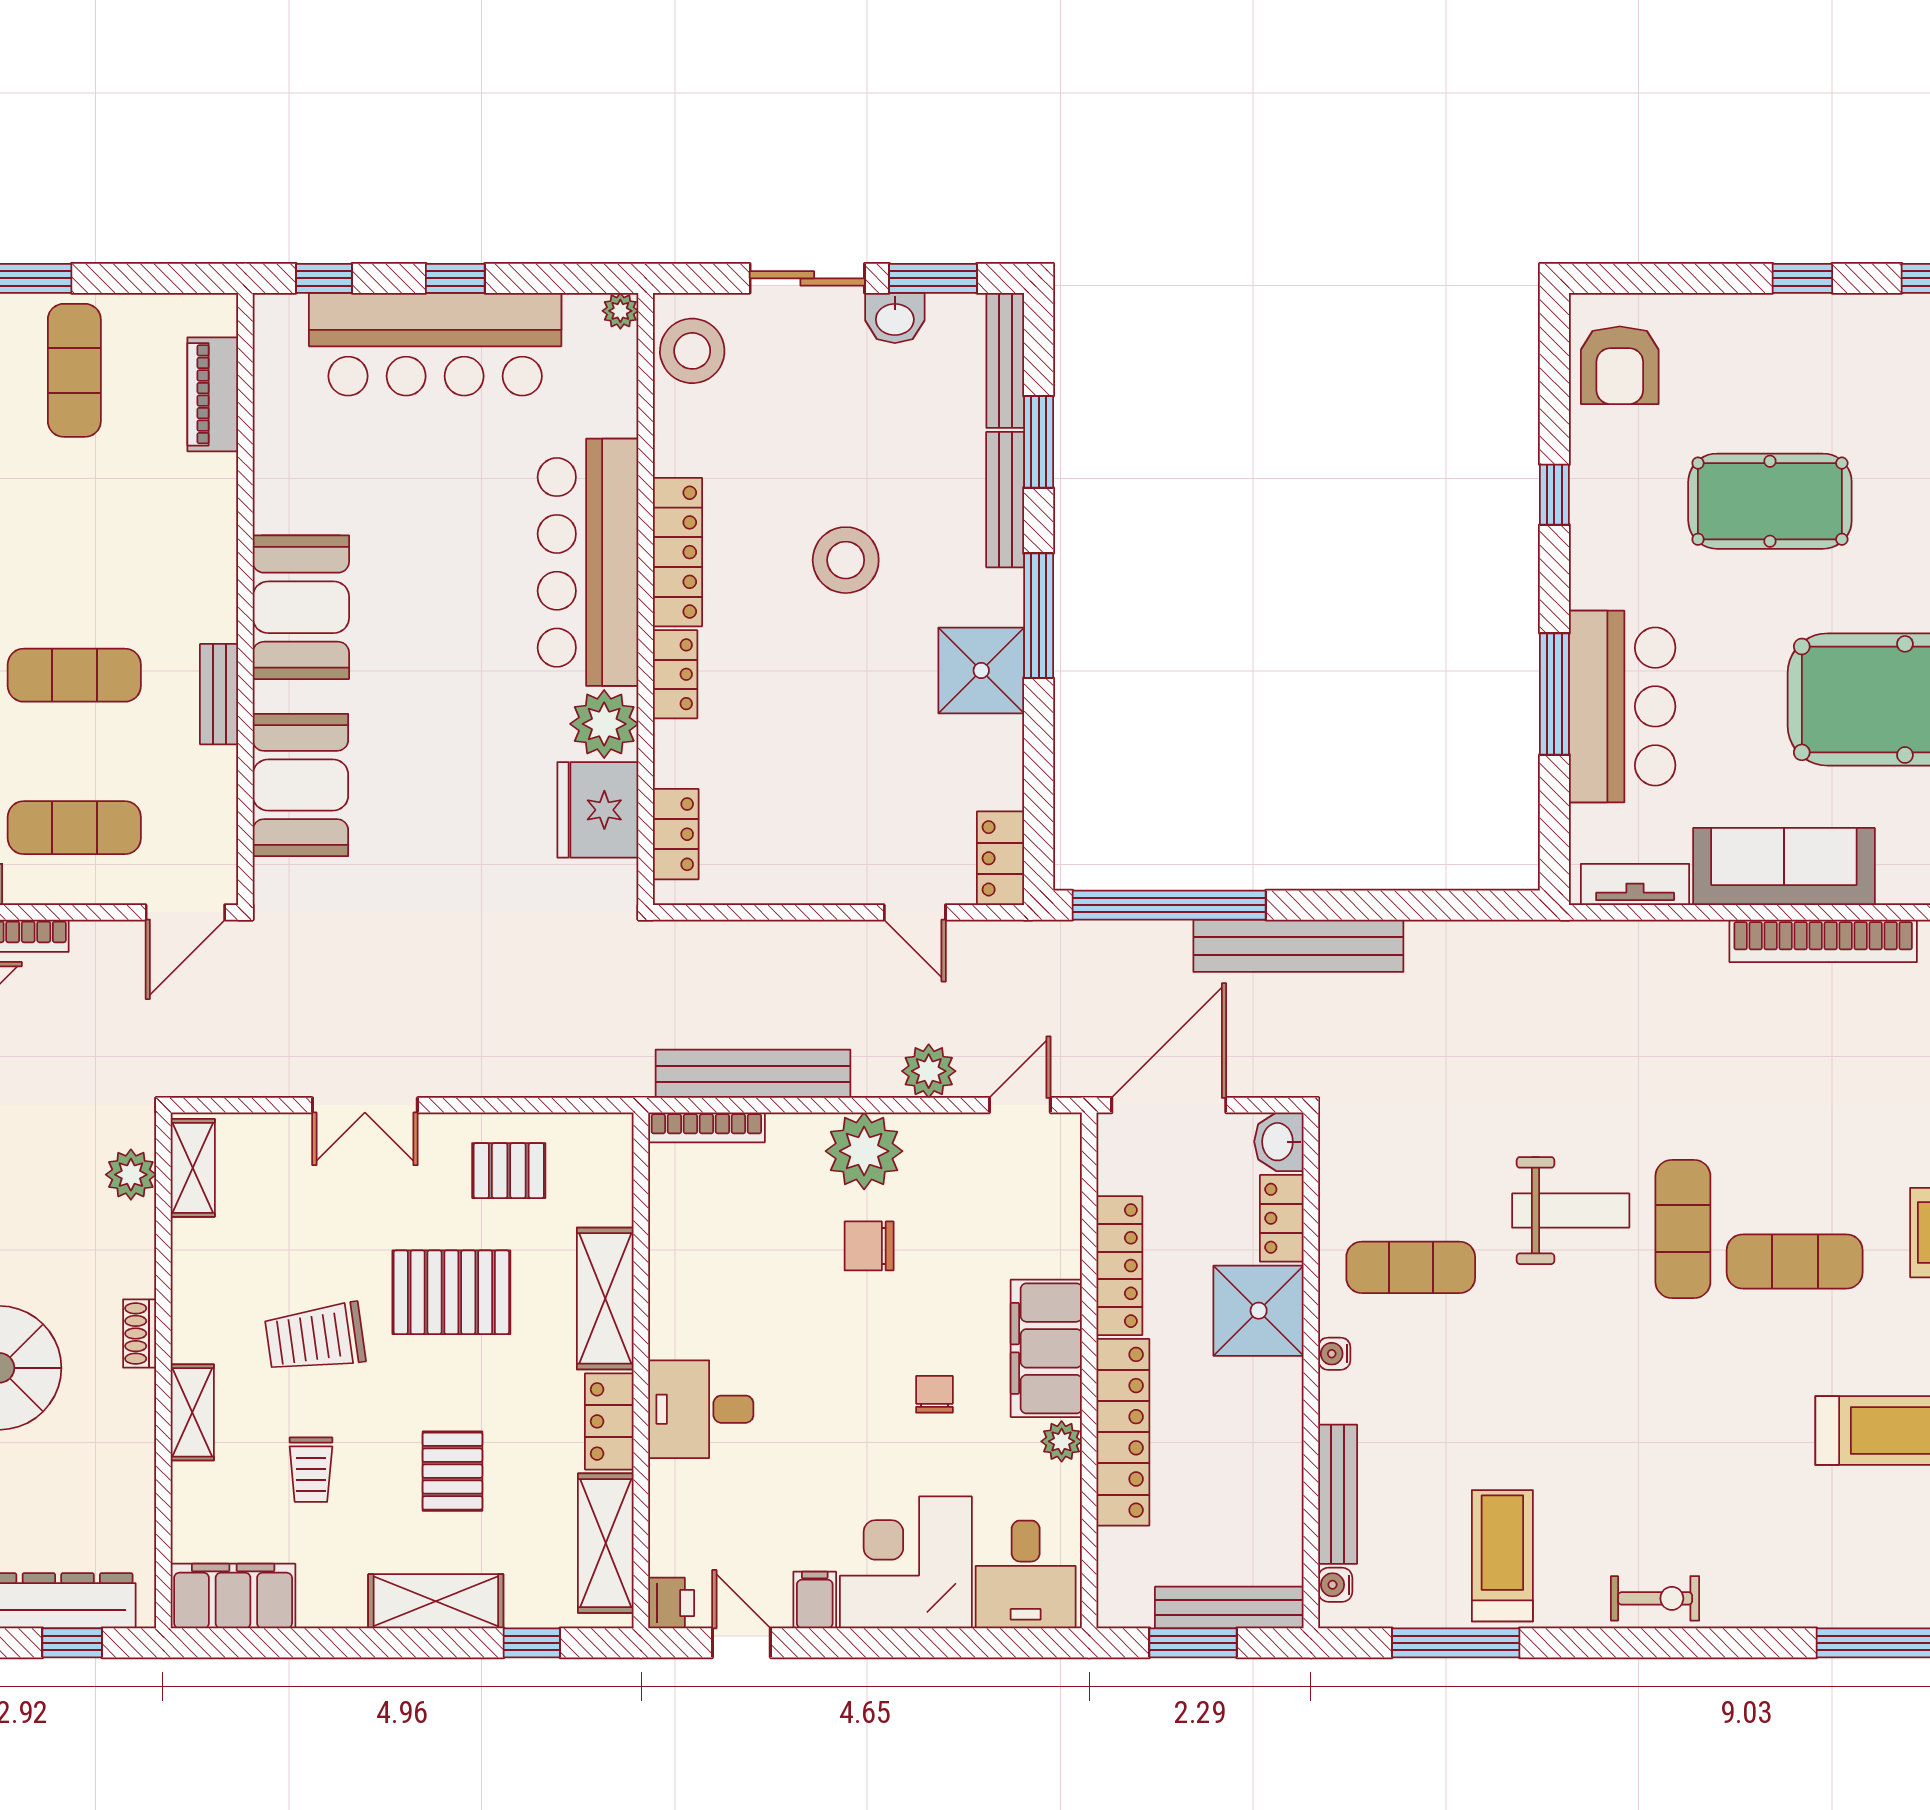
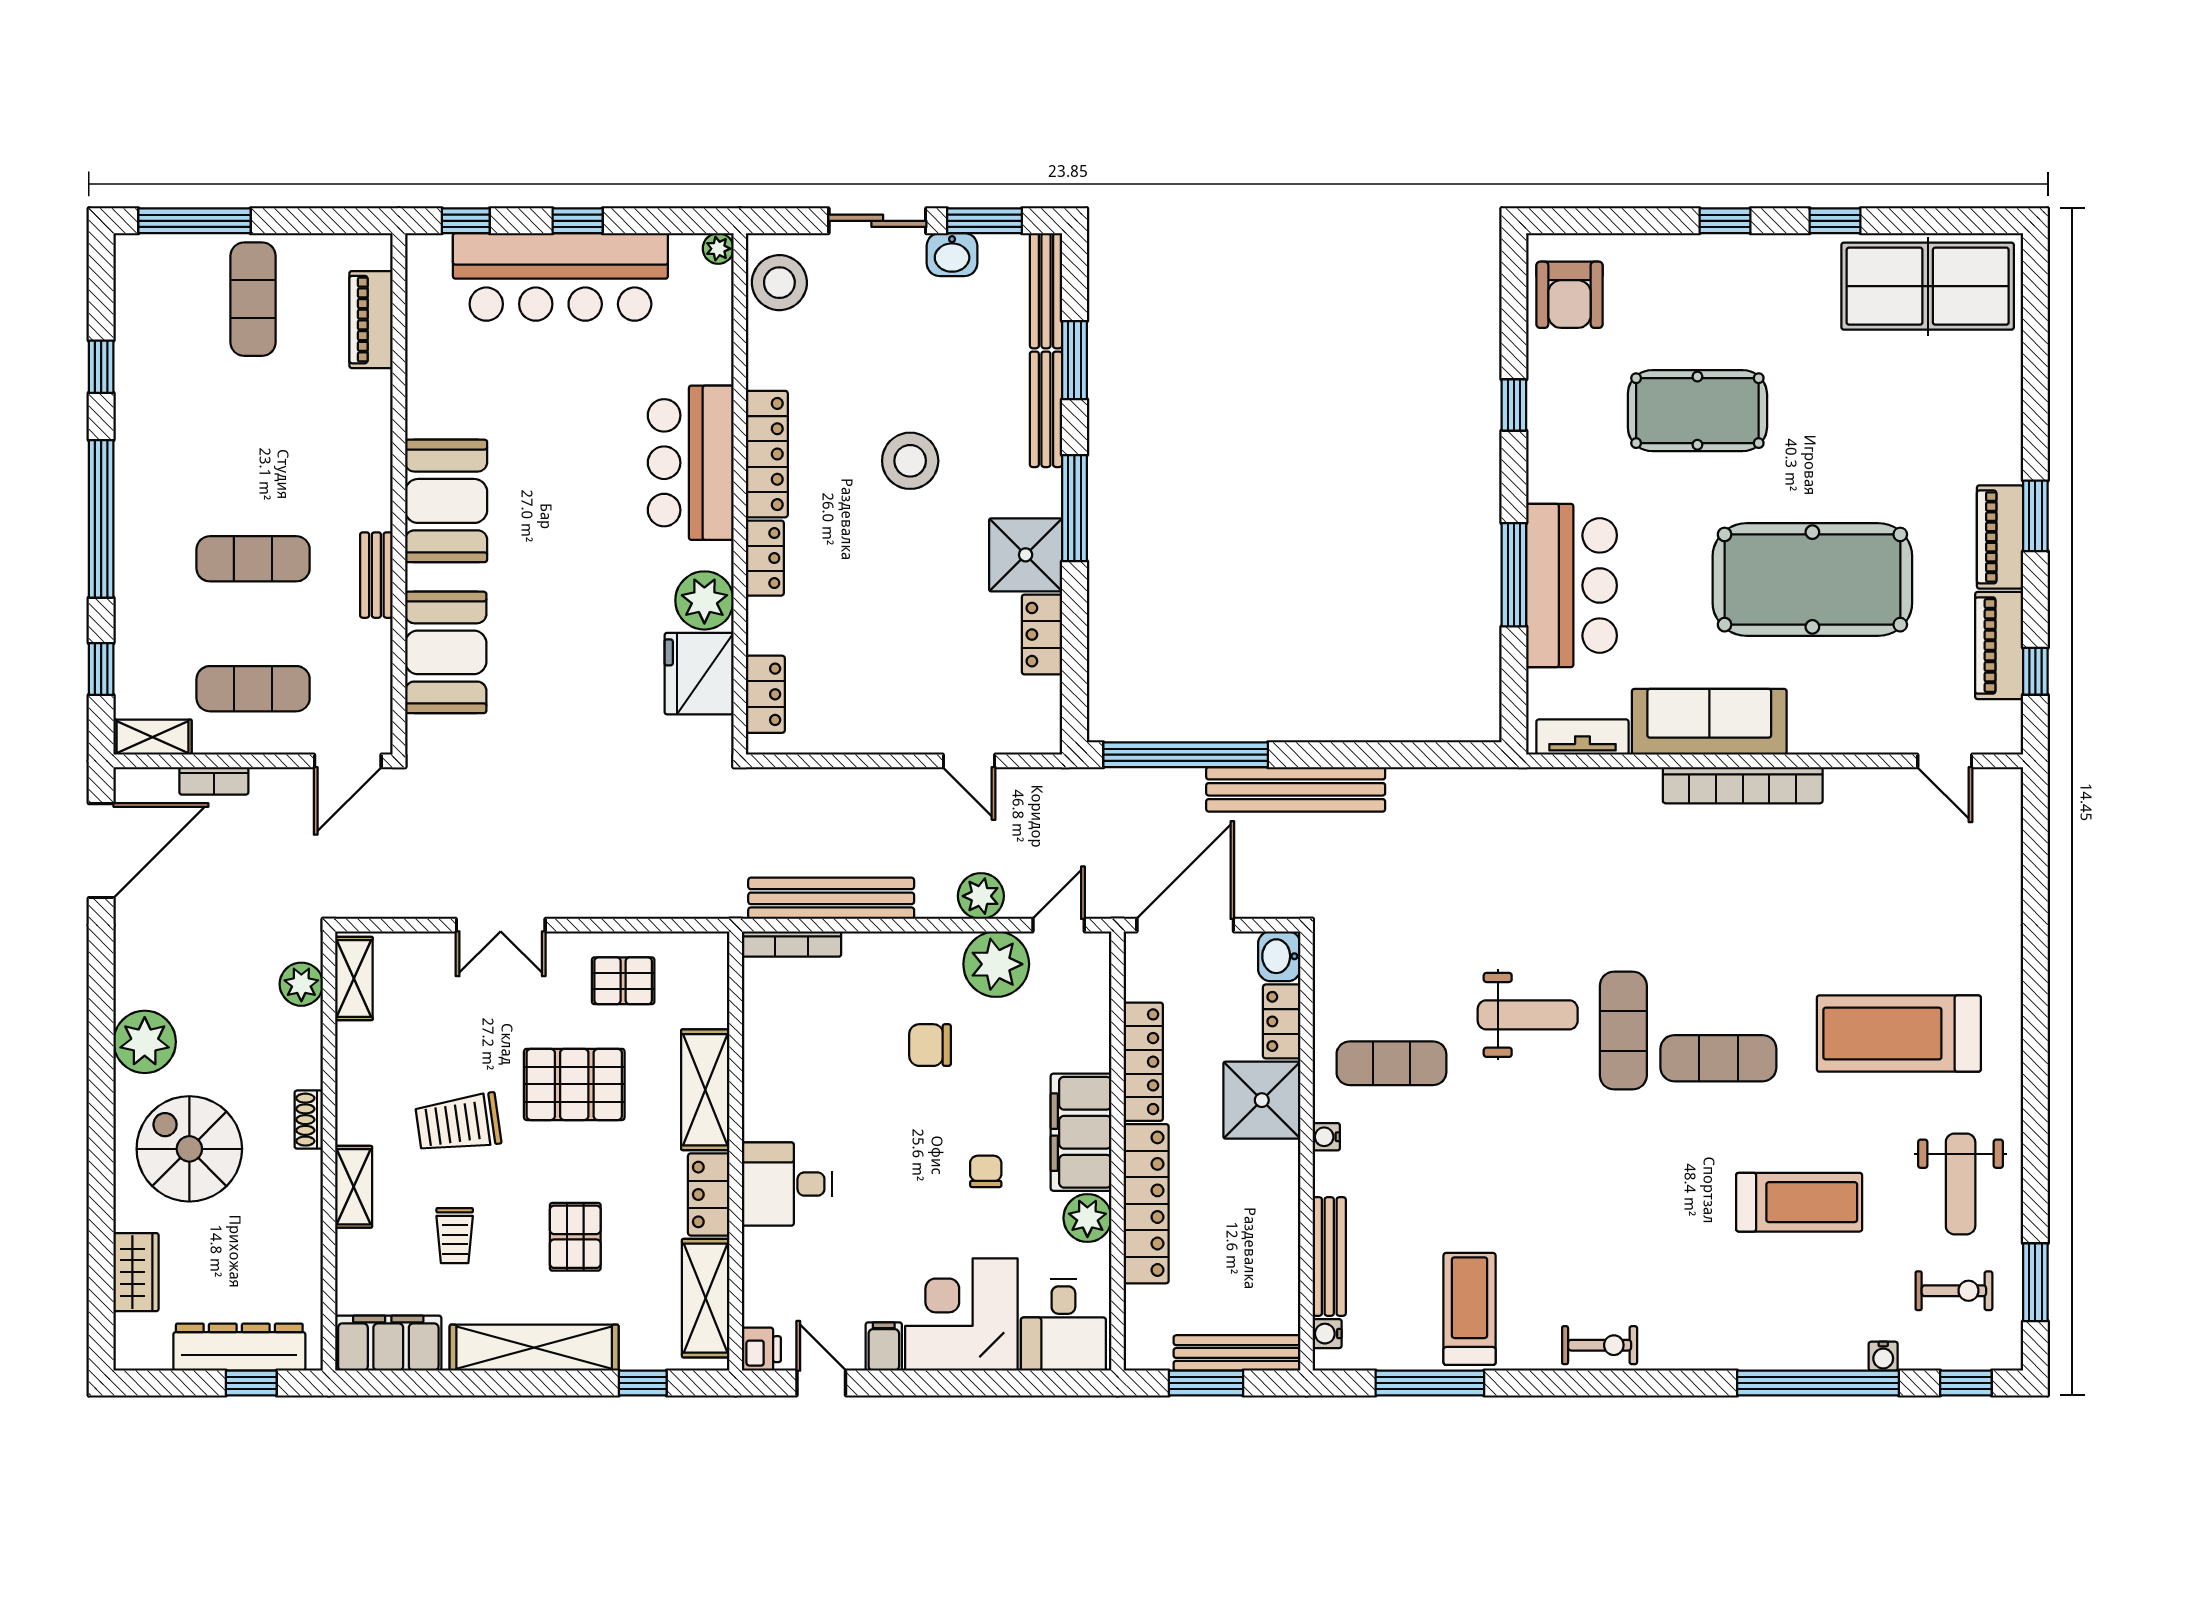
bar counter: (588, 562) -> (691, 463), width x0.73
locker: (1000, 858) -> (1042, 635), moved
plant: (864, 1151) -> (996, 964), moved
plant: (1062, 1441) -> (1087, 1218), width x1.38, depth x1.38
shelving: (436, 1601) -> (534, 1348), width x1.47

